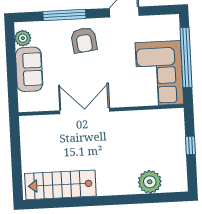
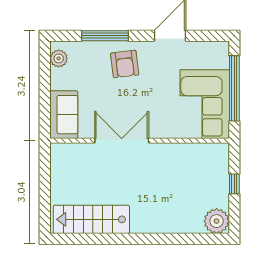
sofa: (29, 69) -> (64, 115), moved
plant: (150, 182) -> (217, 221), moved

